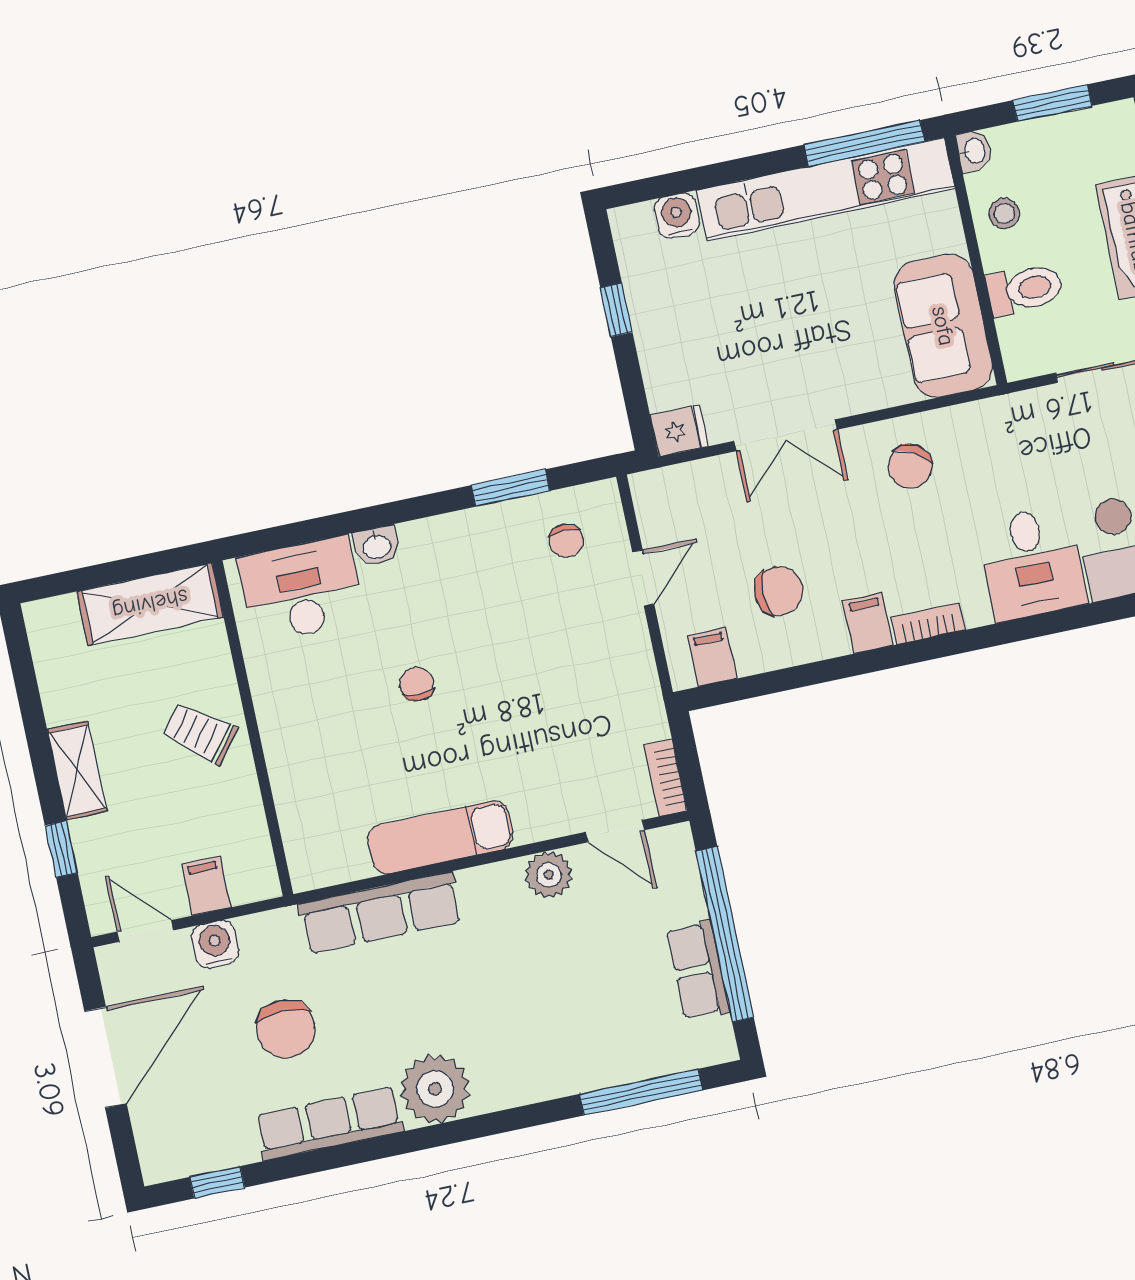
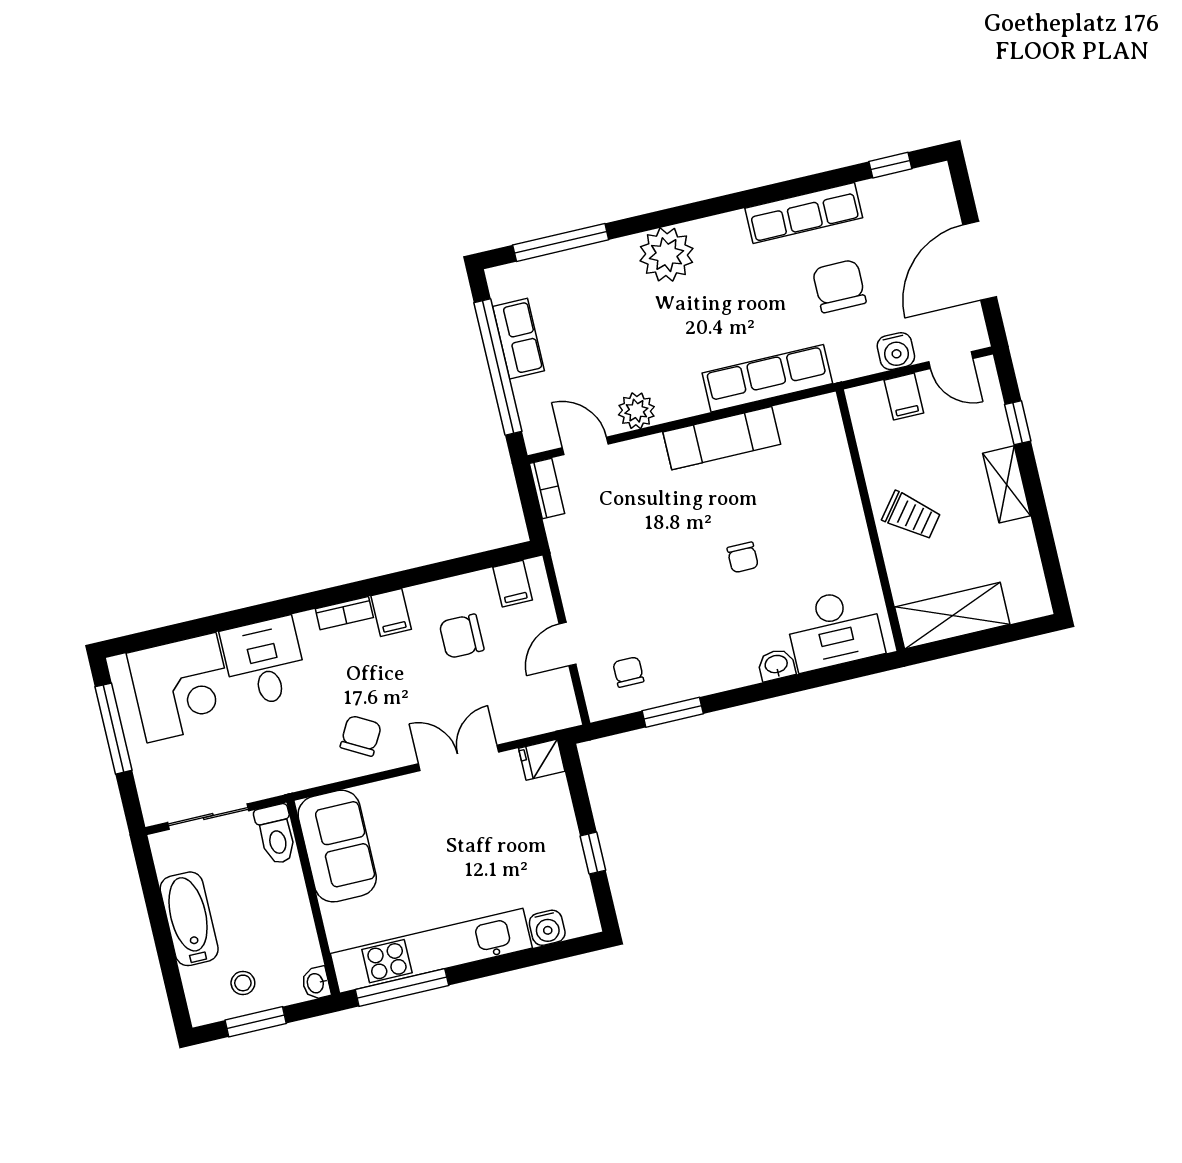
stool: (1004, 213) -> (243, 983), moved
toilet: (1025, 289) -> (276, 834), moved, turned -90
plant: (435, 1089) -> (666, 255), moved

